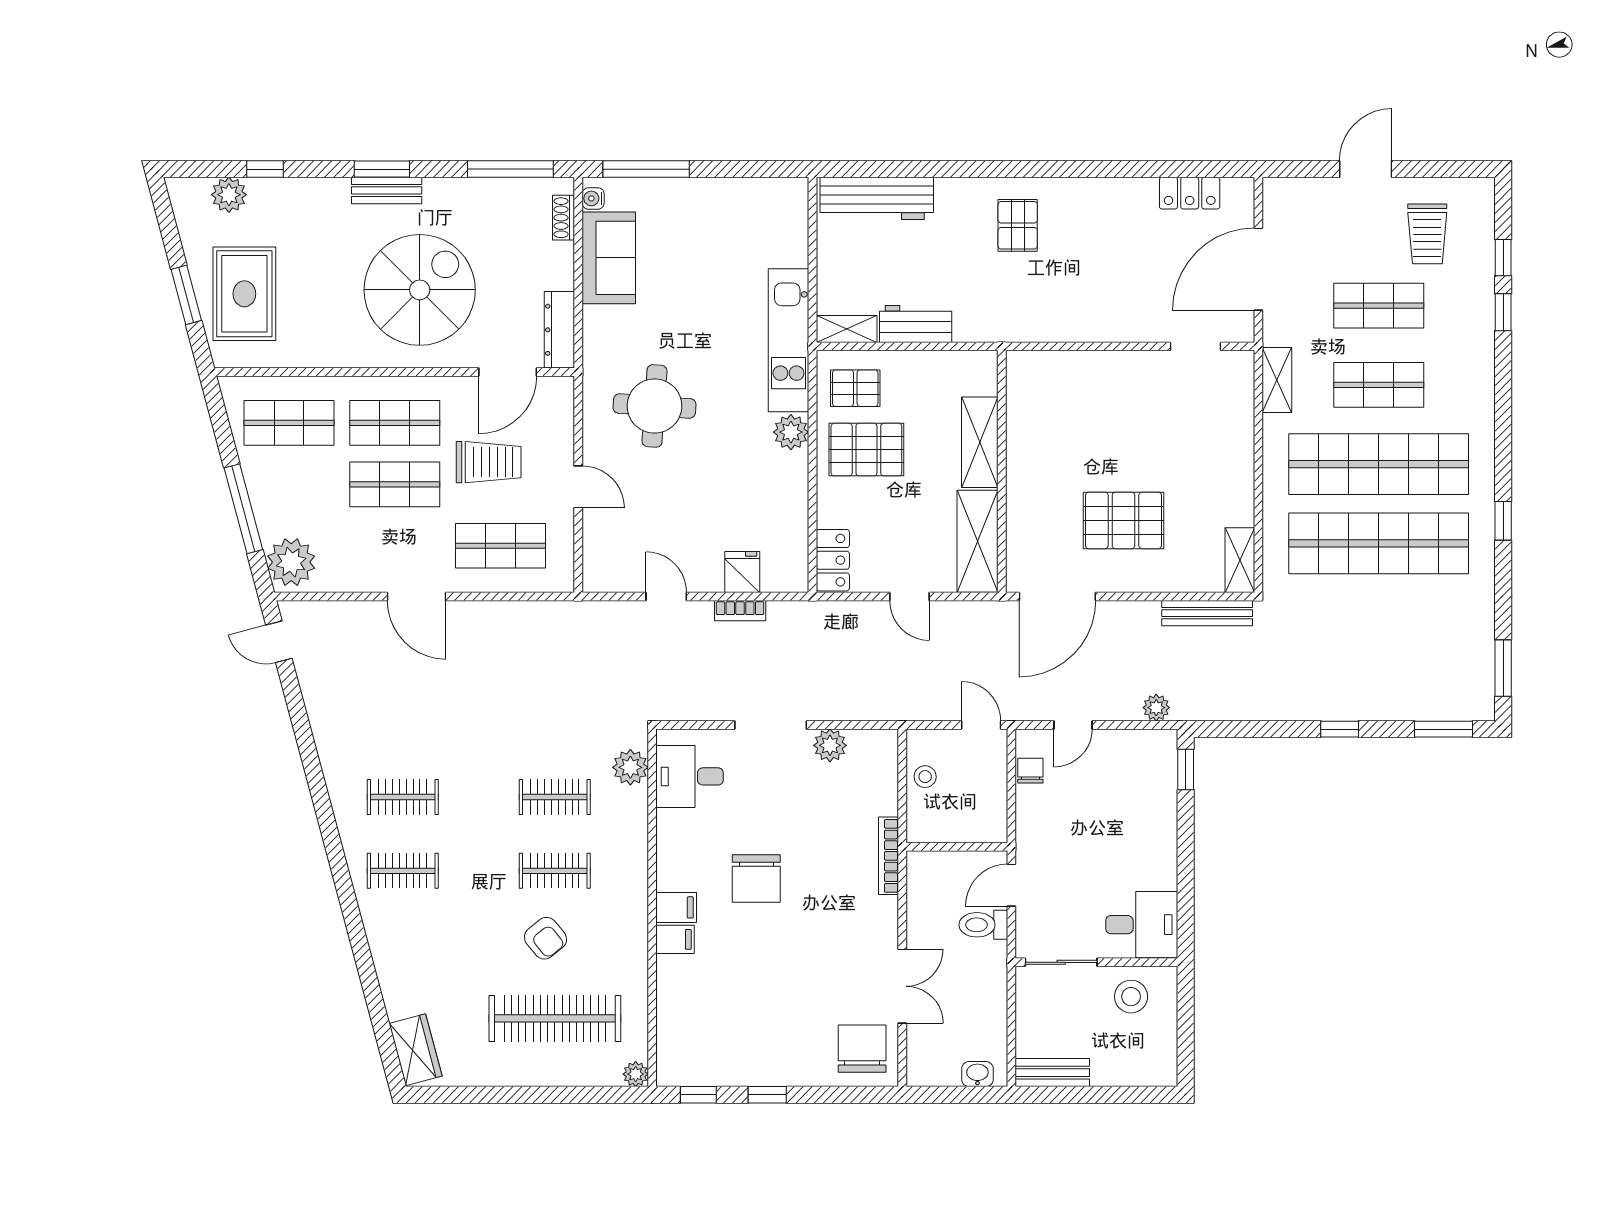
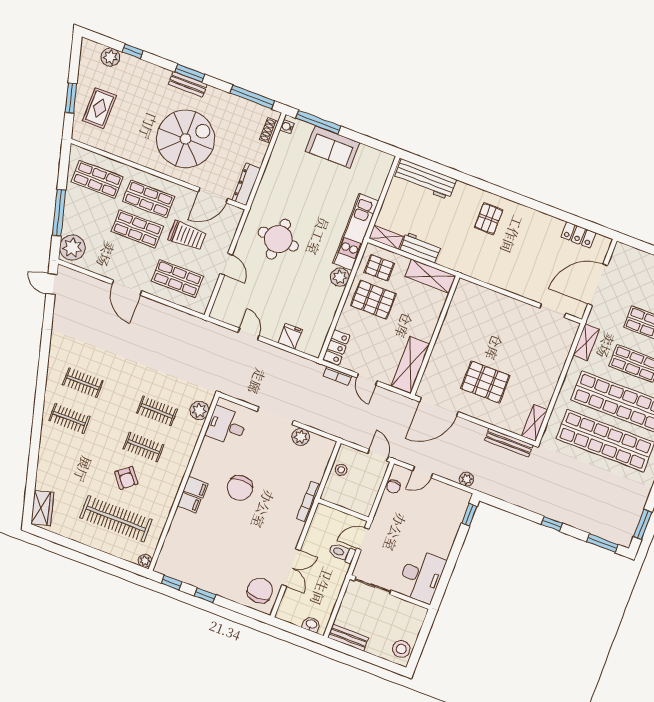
sofa: (609, 258) -> (333, 147), moved, turned 90
rug: (244, 294) -> (99, 108), width x0.73, depth x0.70
shelving: (980, 442) -> (430, 276), moved, turned 90
bookcase: (740, 611) -> (337, 376), moved
chair: (1030, 771) -> (393, 486), turned 180
desk: (1142, 925) -> (421, 576), width x1.37
stool: (1131, 997) -> (401, 649), moved

